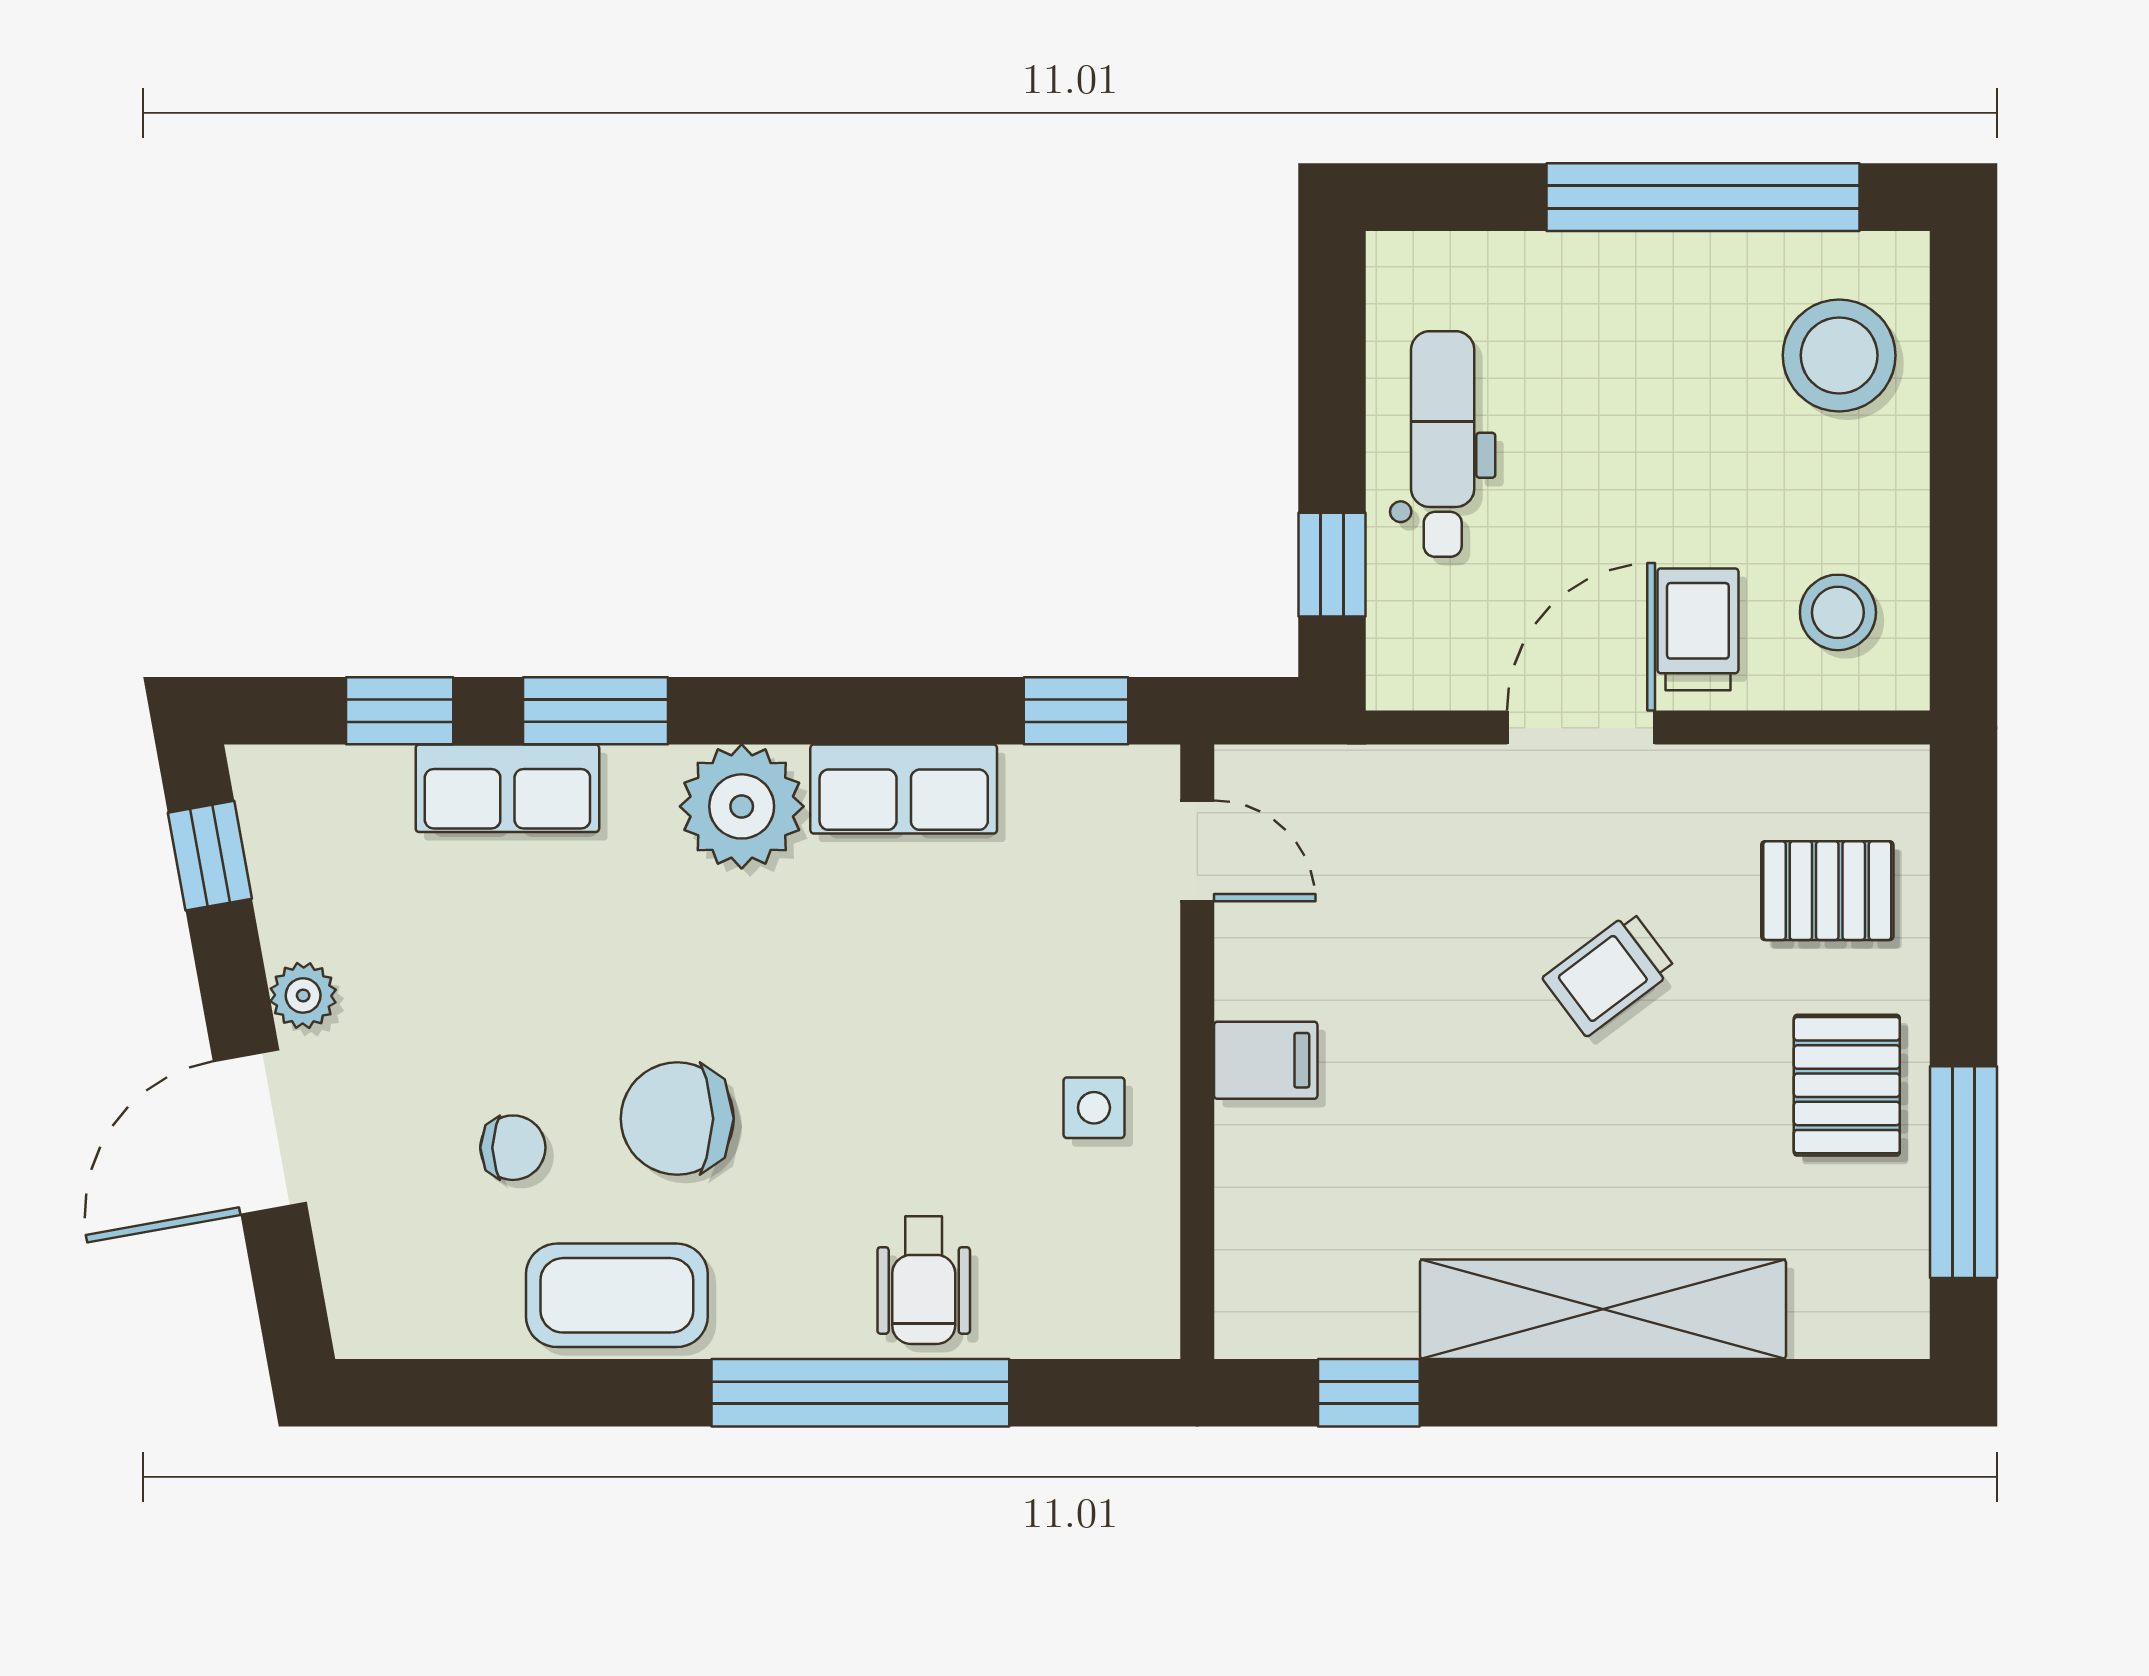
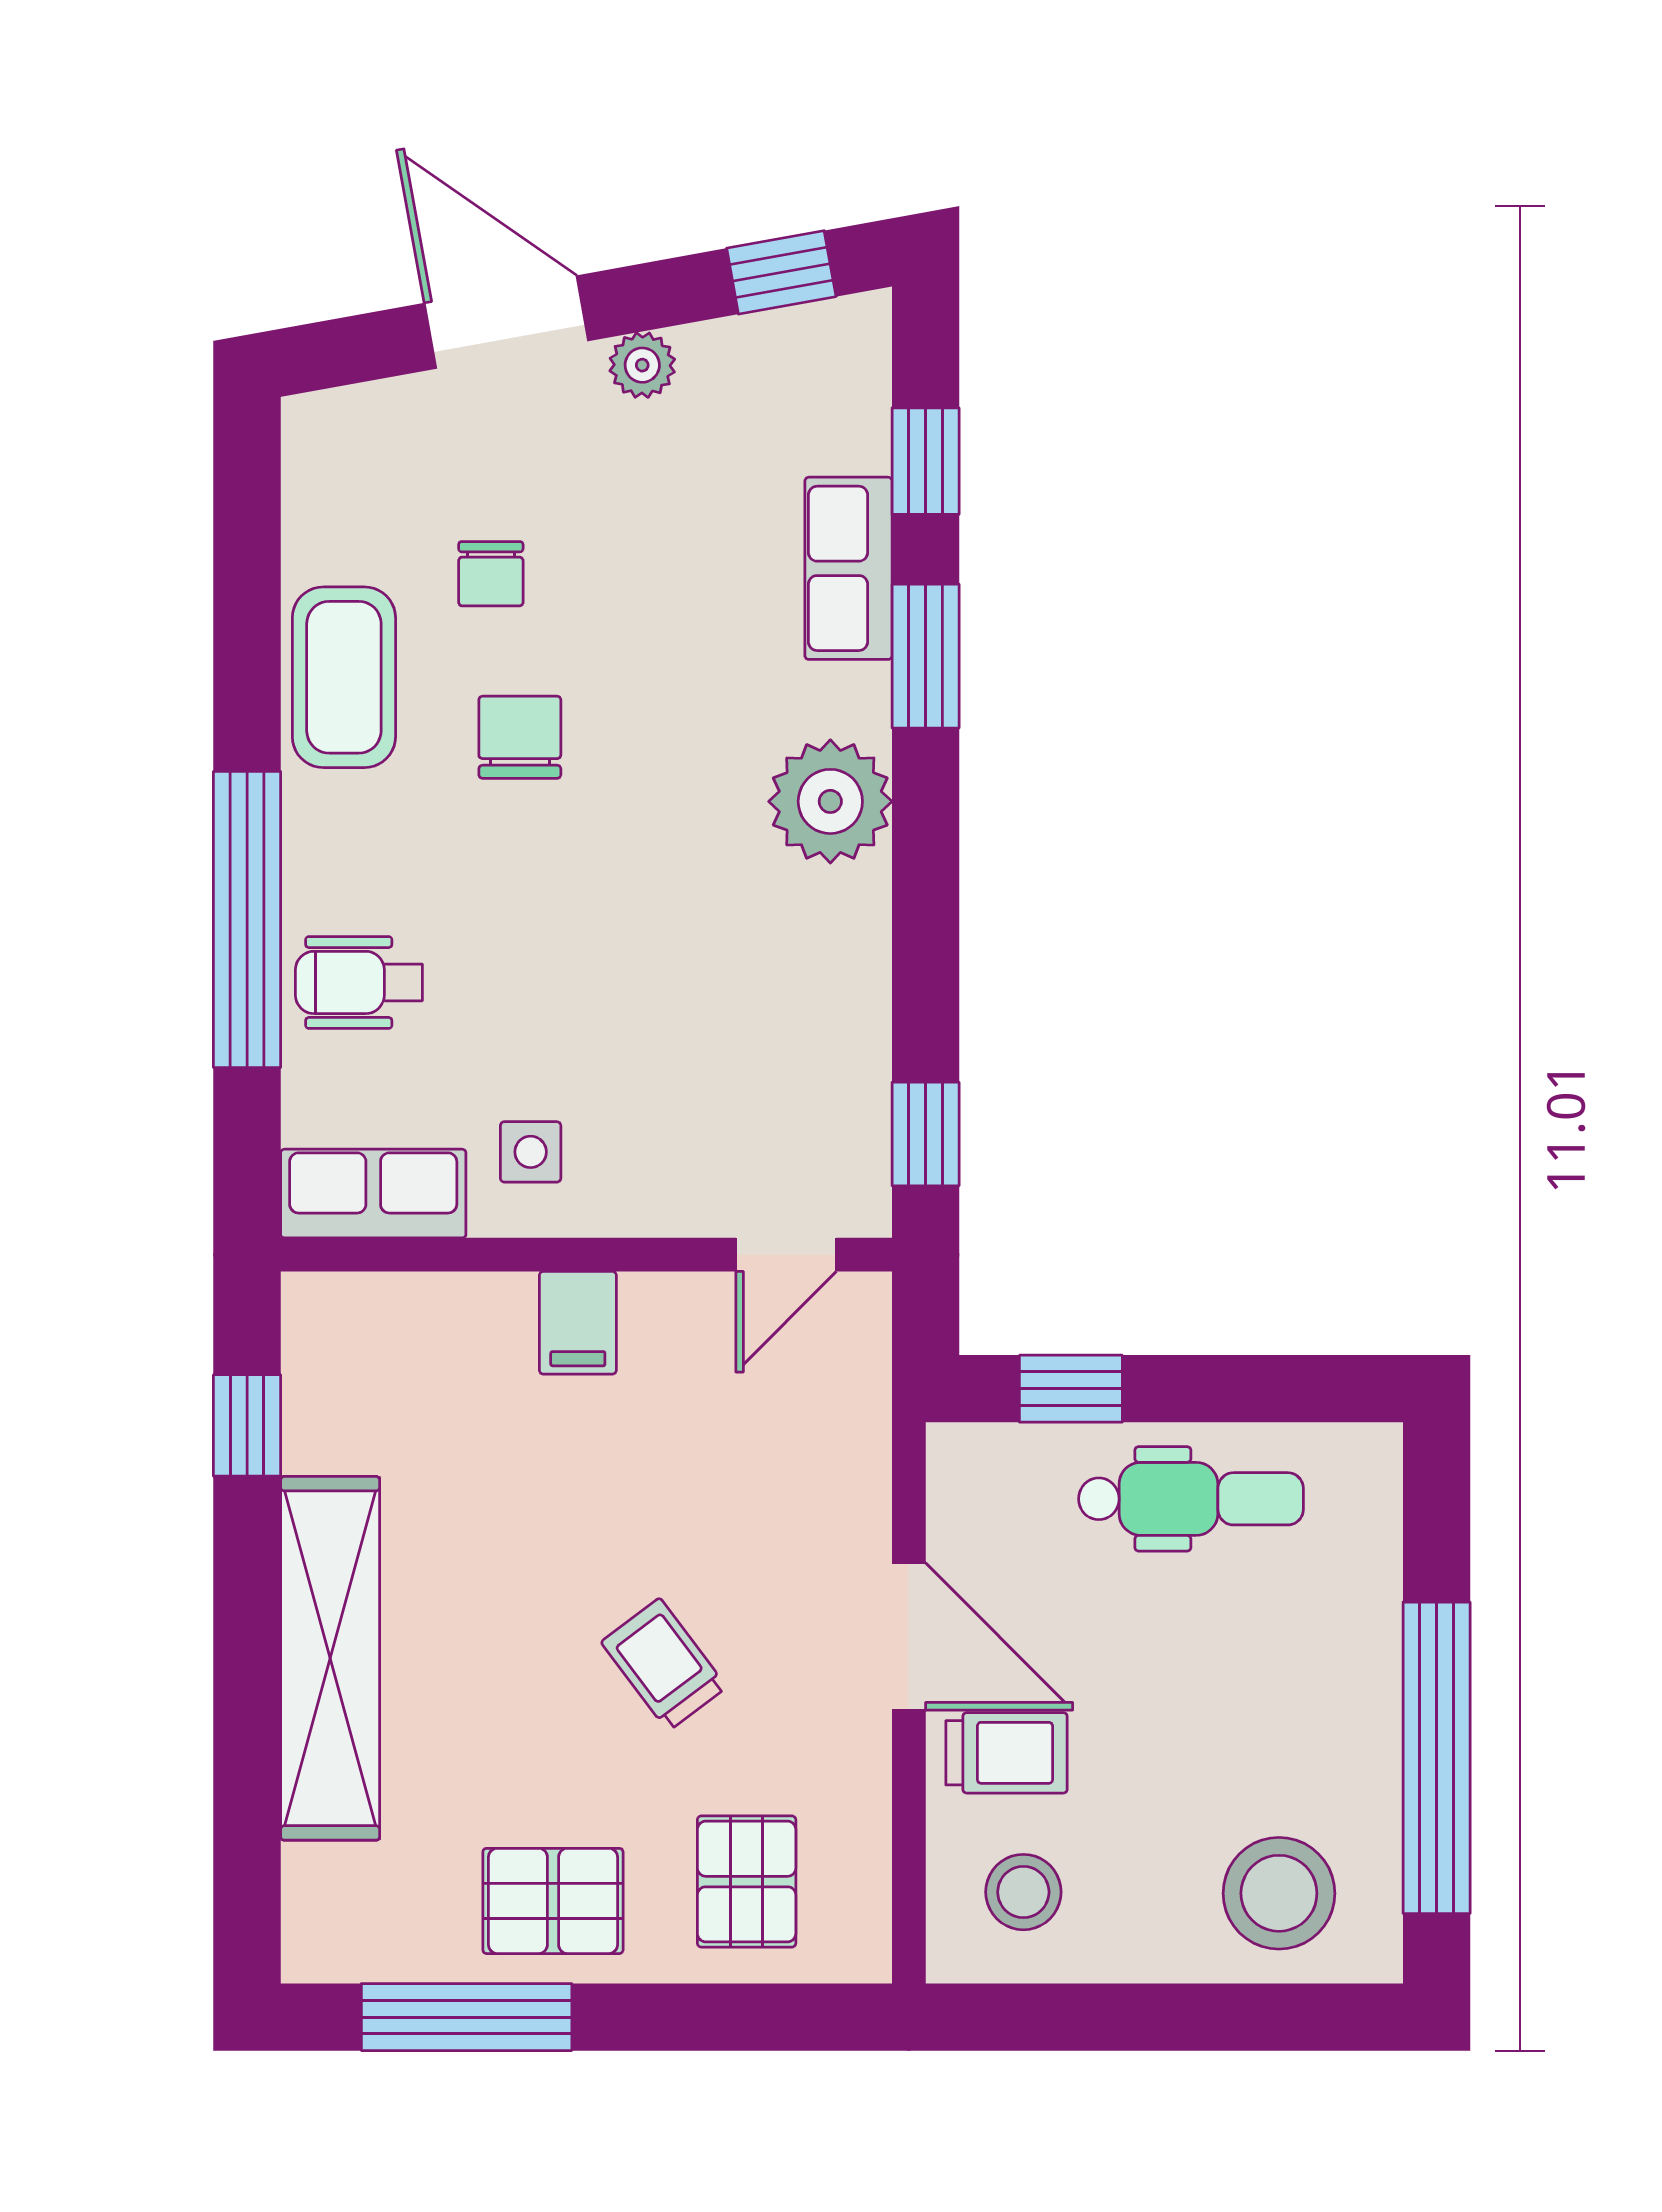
row of seats: (904, 789) -> (373, 1194), moved, turned 90
chair: (677, 1119) -> (520, 737), width x0.73, depth x0.73

